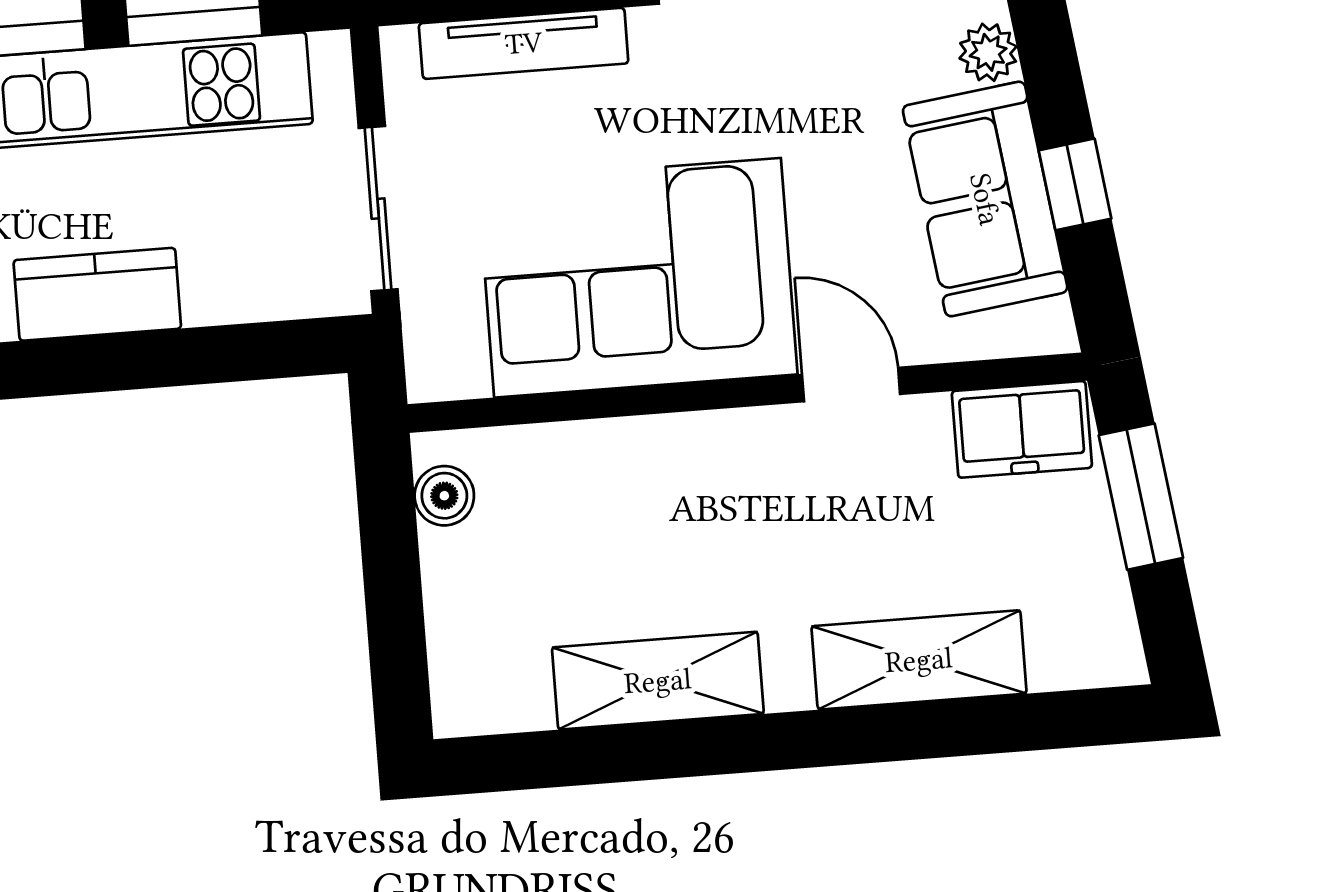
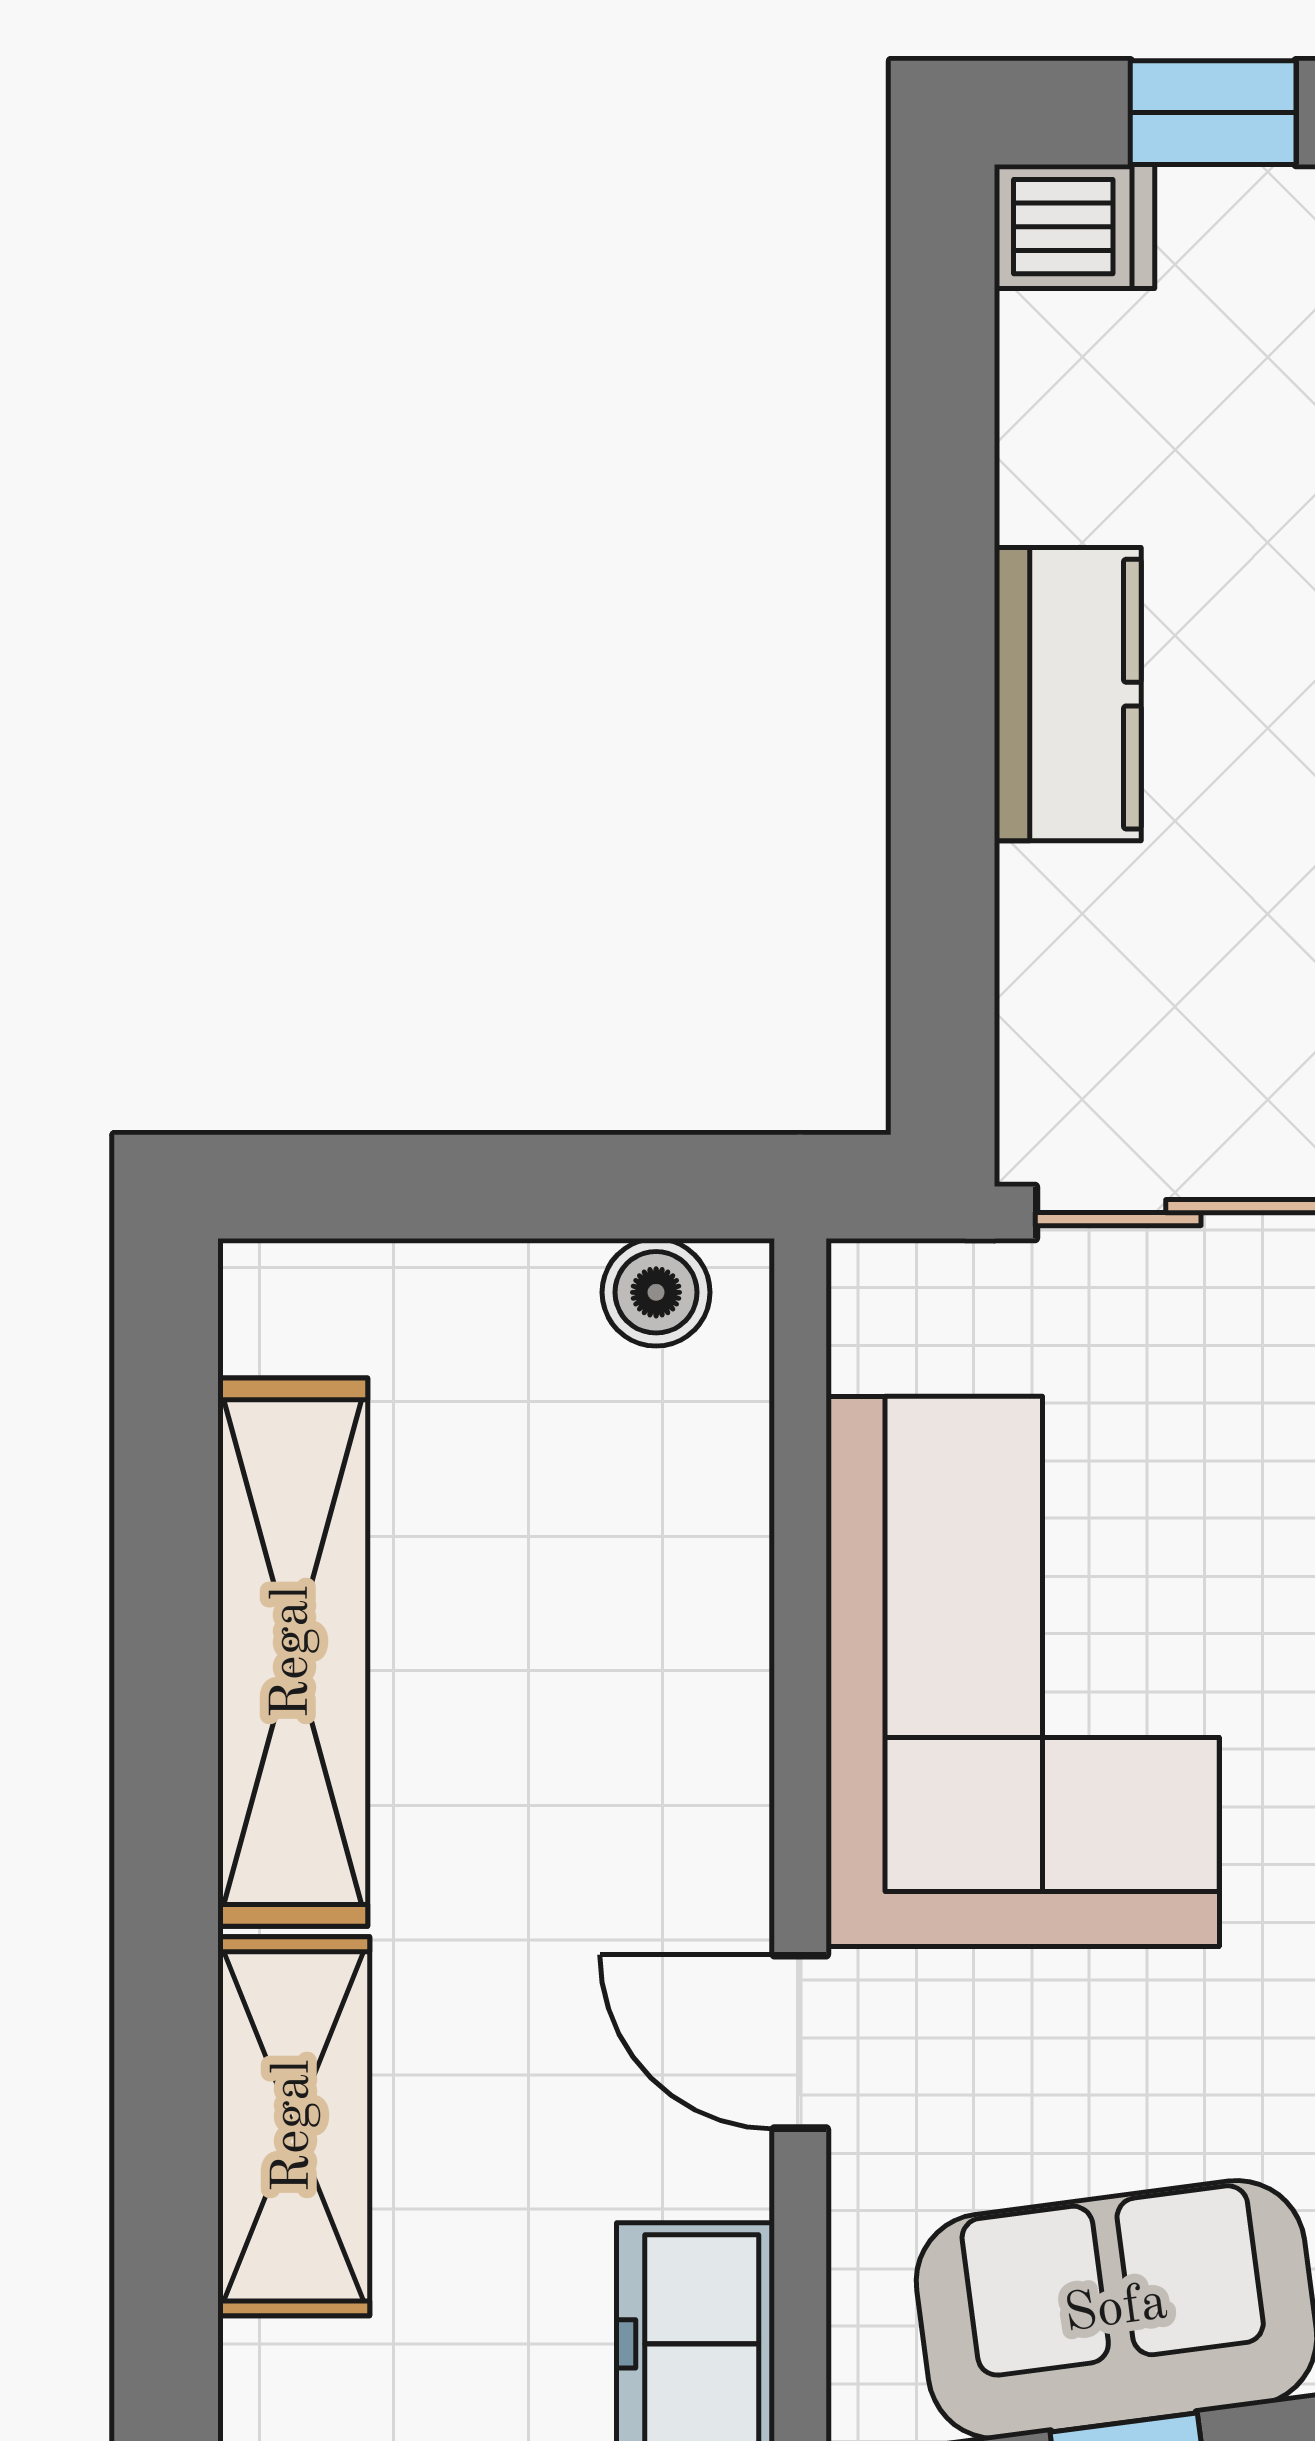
door: (851, 384) -> (800, 2042), swing flipped
shelving: (658, 681) -> (293, 1652), width x1.47

